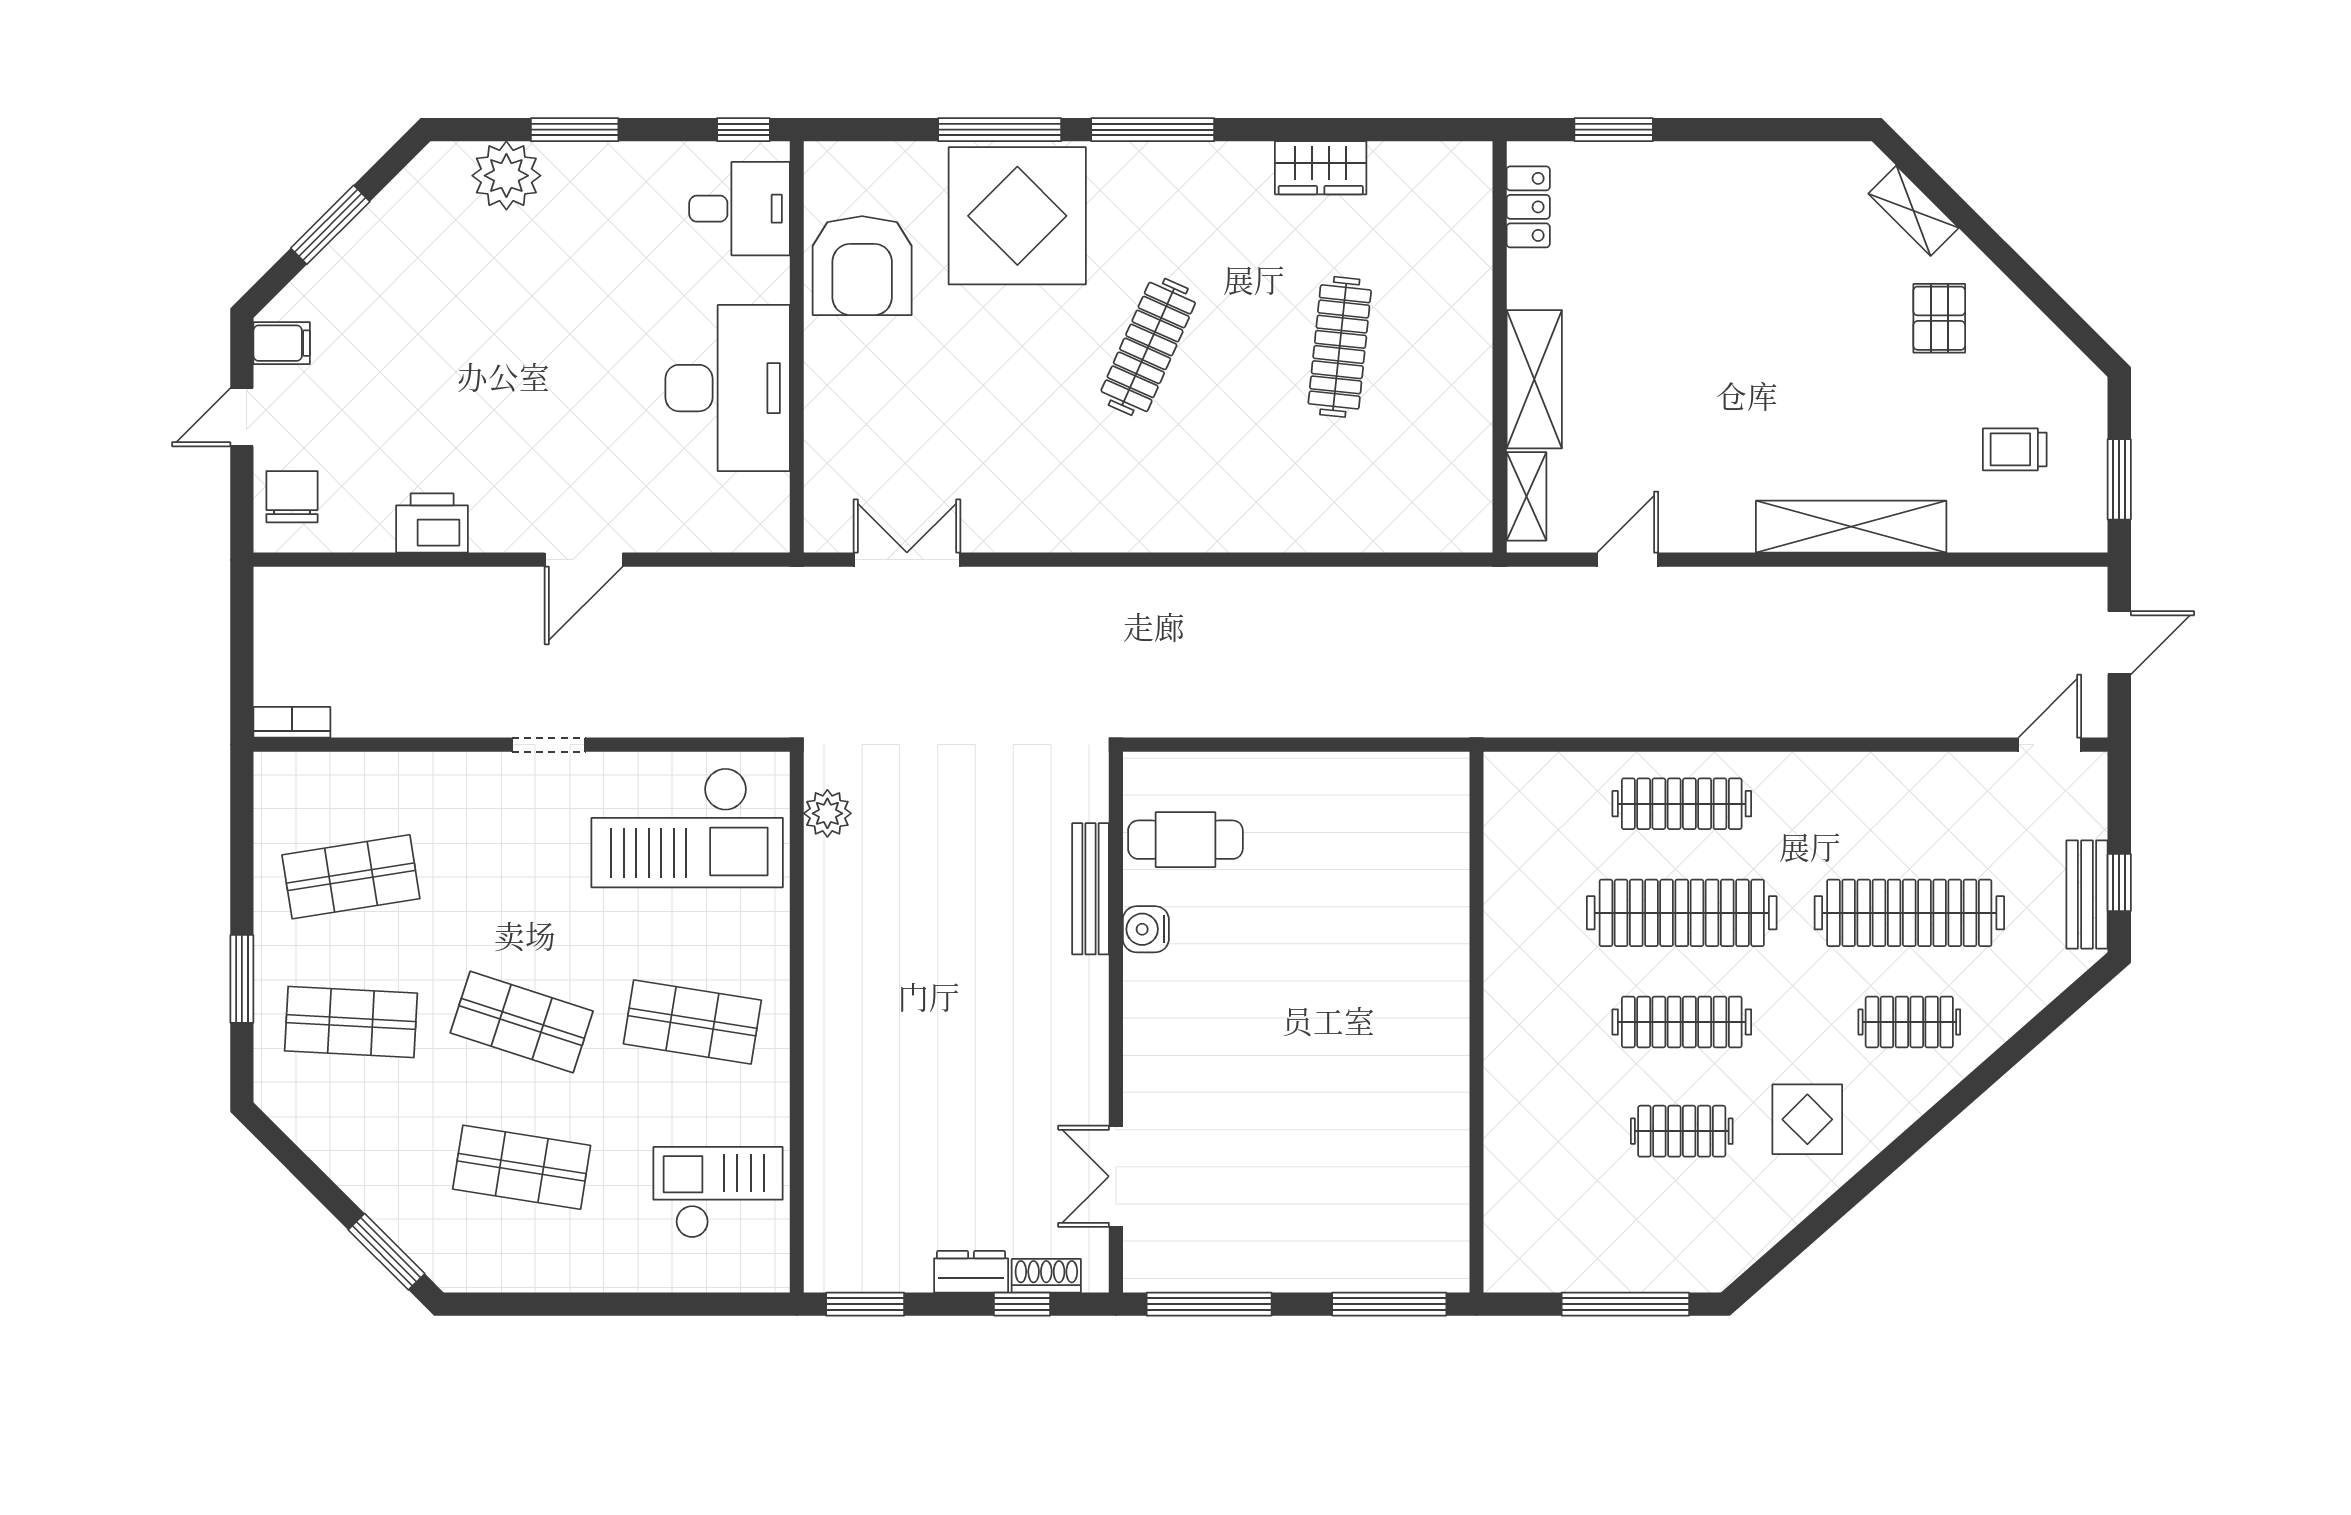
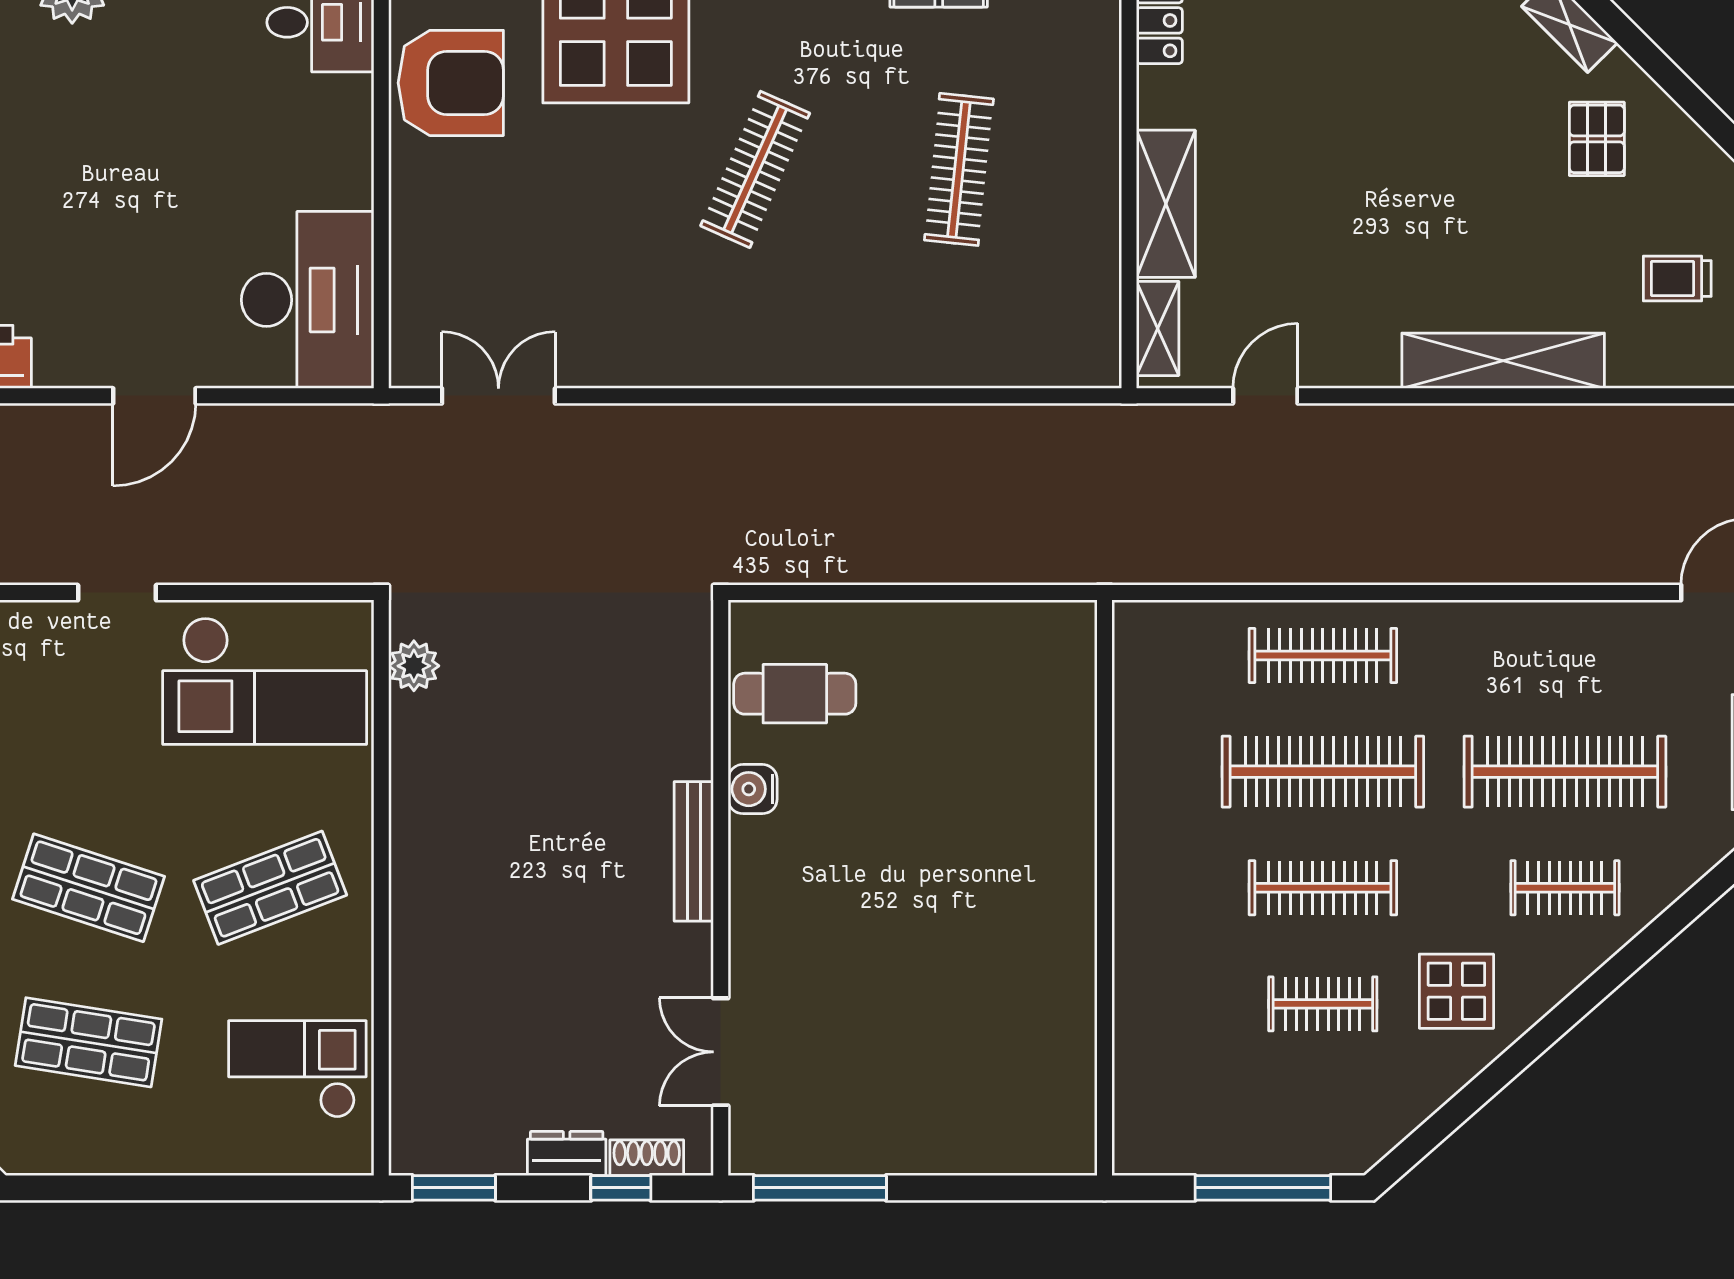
armchair: (862, 266) -> (451, 83), turned -90
desk: (728, 388) -> (308, 300), moved
bench: (1091, 889) -> (694, 851), moved
shop shelf: (692, 1022) -> (270, 888), turned -30
window: (1389, 1304) -> (1012, 1188), removed

